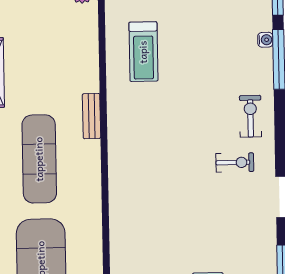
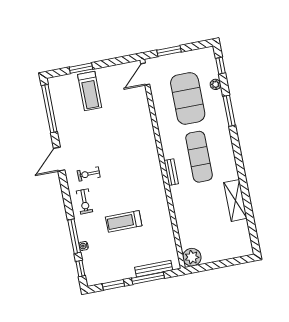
treadmill: (143, 52) -> (124, 221), moved, turned -90
bench: (92, 116) -> (171, 172), moved

